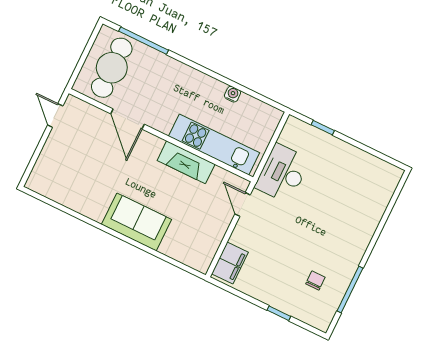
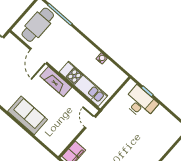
fireplace: (186, 162) -> (56, 82), moved
desk: (282, 173) -> (140, 103), moved, turned 90

